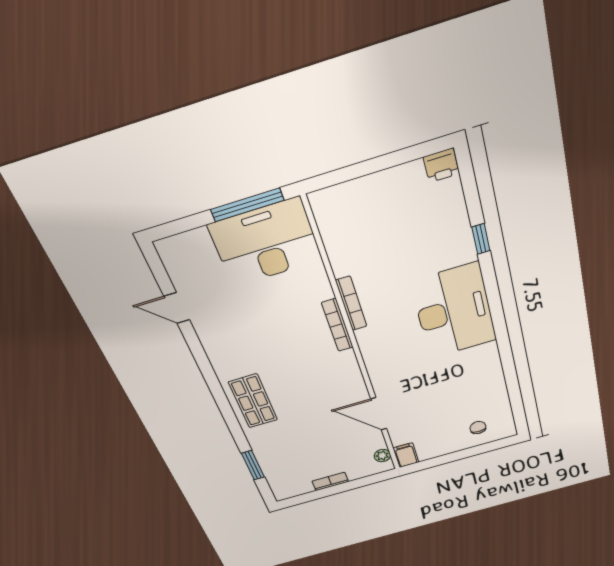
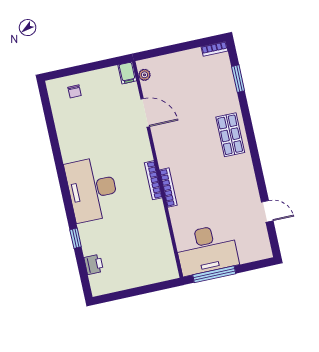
printer: (441, 165) -> (94, 264), moved, turned 90
bookcase: (351, 303) -> (153, 180), moved
bookcase: (330, 481) -> (215, 49), moved

